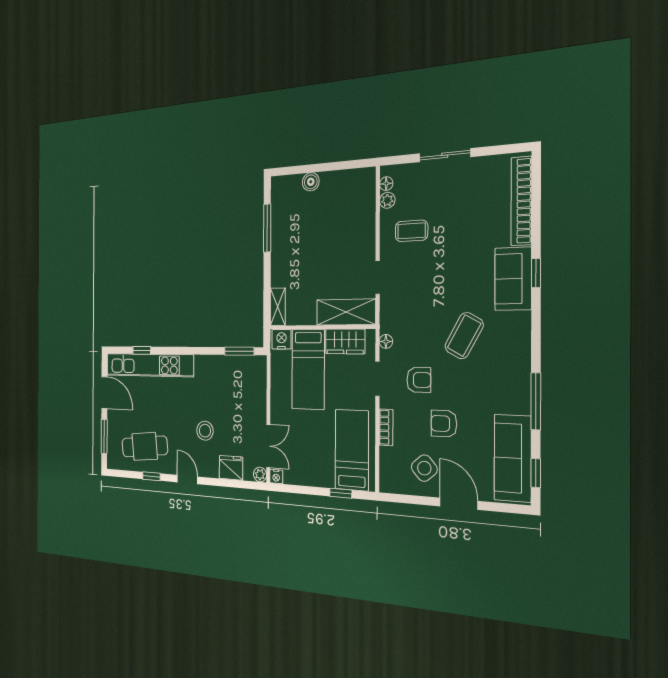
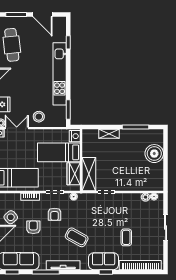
boiler: (311, 182) -> (154, 154), width x1.86, depth x1.86
coffee table: (411, 231) -> (126, 237), moved
shelving: (278, 307) -> (109, 134), moved
tv unit: (522, 364) -> (63, 265), added
kitchen unit: (149, 365) -> (60, 74), moved
door: (104, 393) -> (43, 15), hinge flipped
stool: (205, 431) -> (39, 117), moved
double door: (268, 446) -> (17, 128), swing flipped

